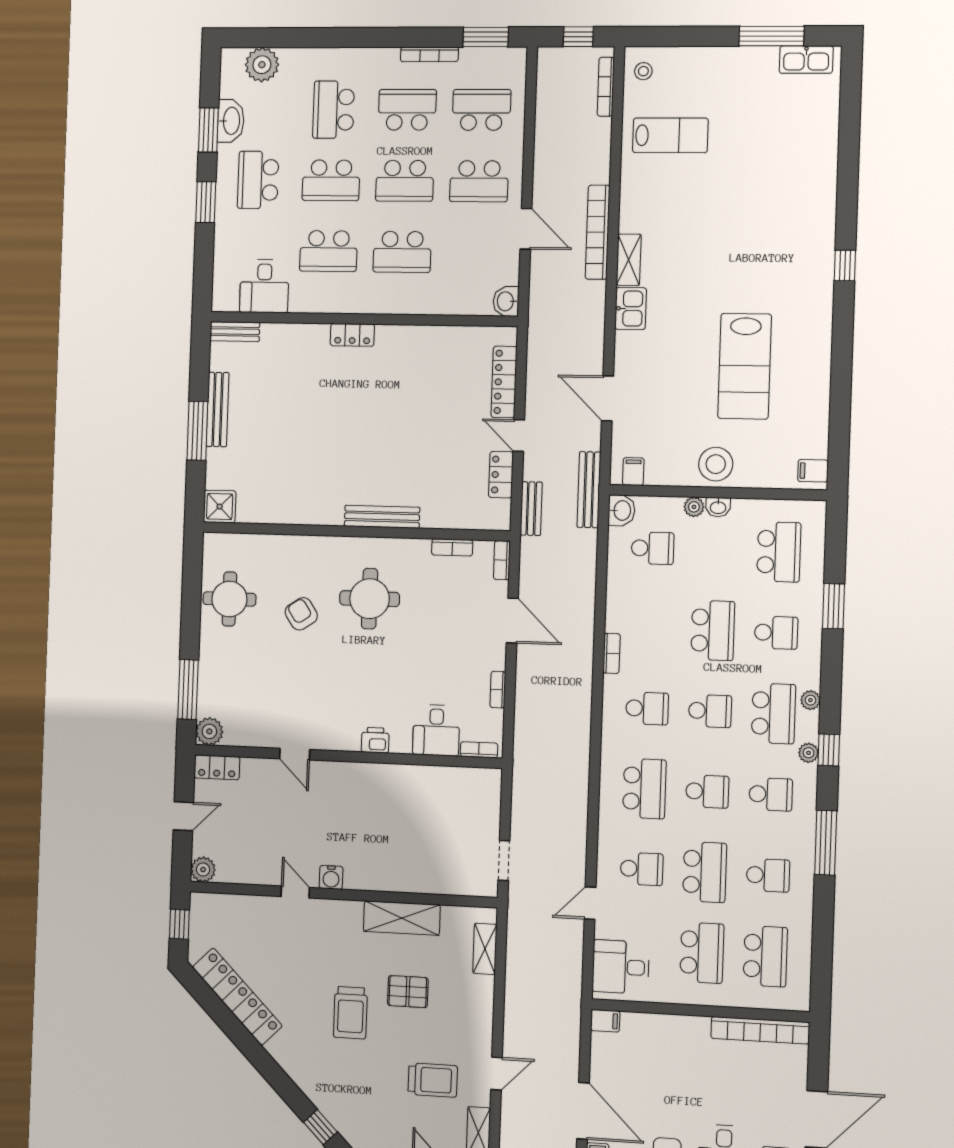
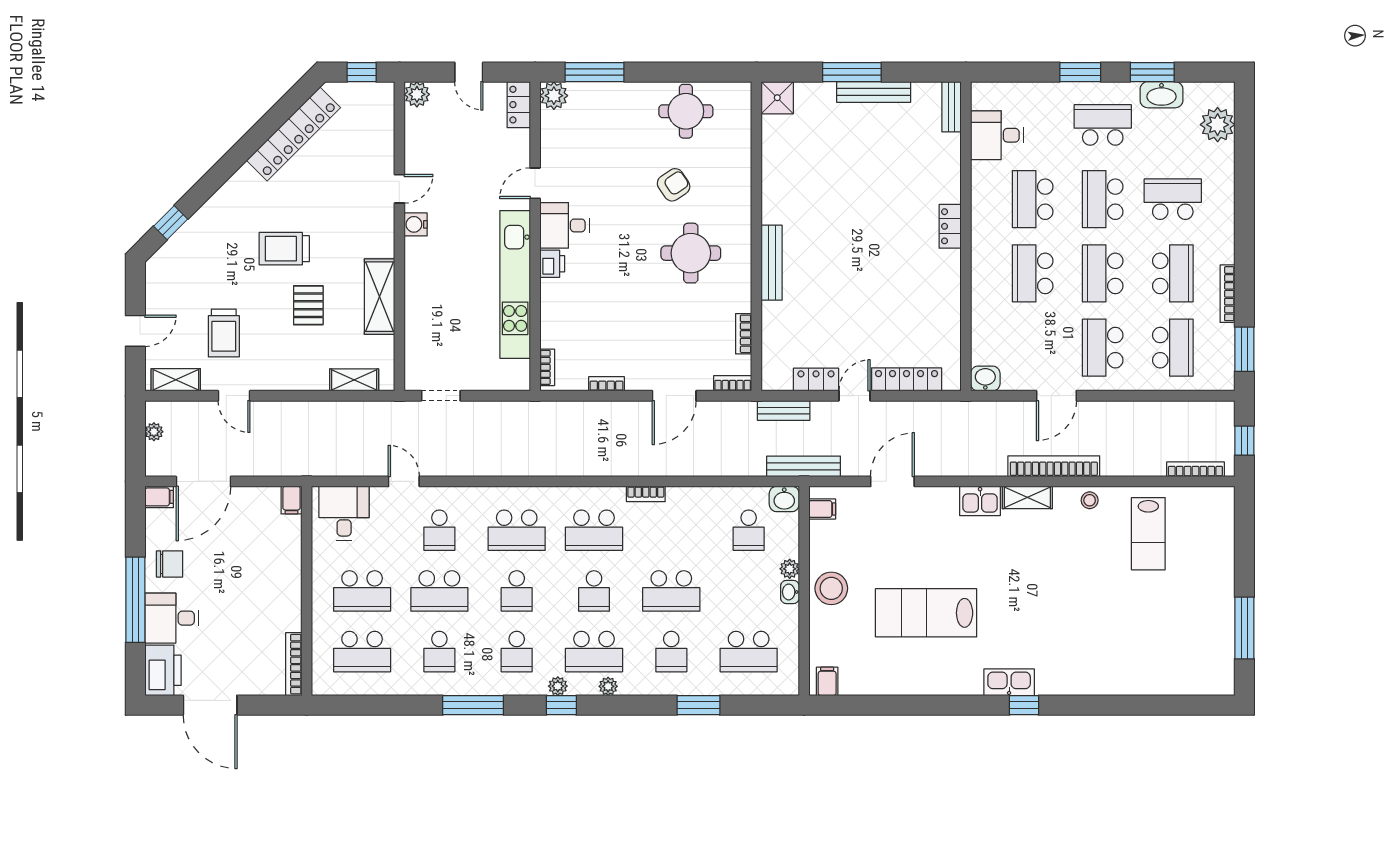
kitchen sink: (806, 60) -> (1009, 682), moved, turned 90
stool: (643, 71) -> (1090, 500), moved
school desk: (647, 708) -> (594, 530), width x1.85
desk: (436, 730) -> (564, 225), moved
kitchen unit: (394, 779) -> (515, 284), added
bookcase: (760, 1030) -> (294, 664), width x0.68, depth x0.76

